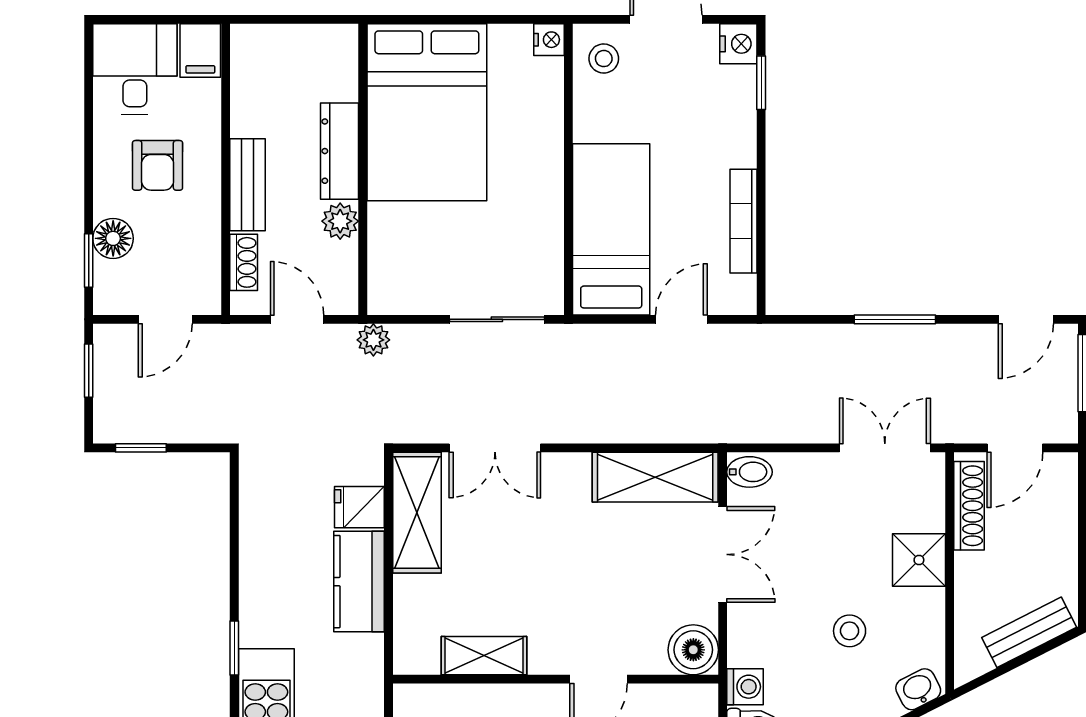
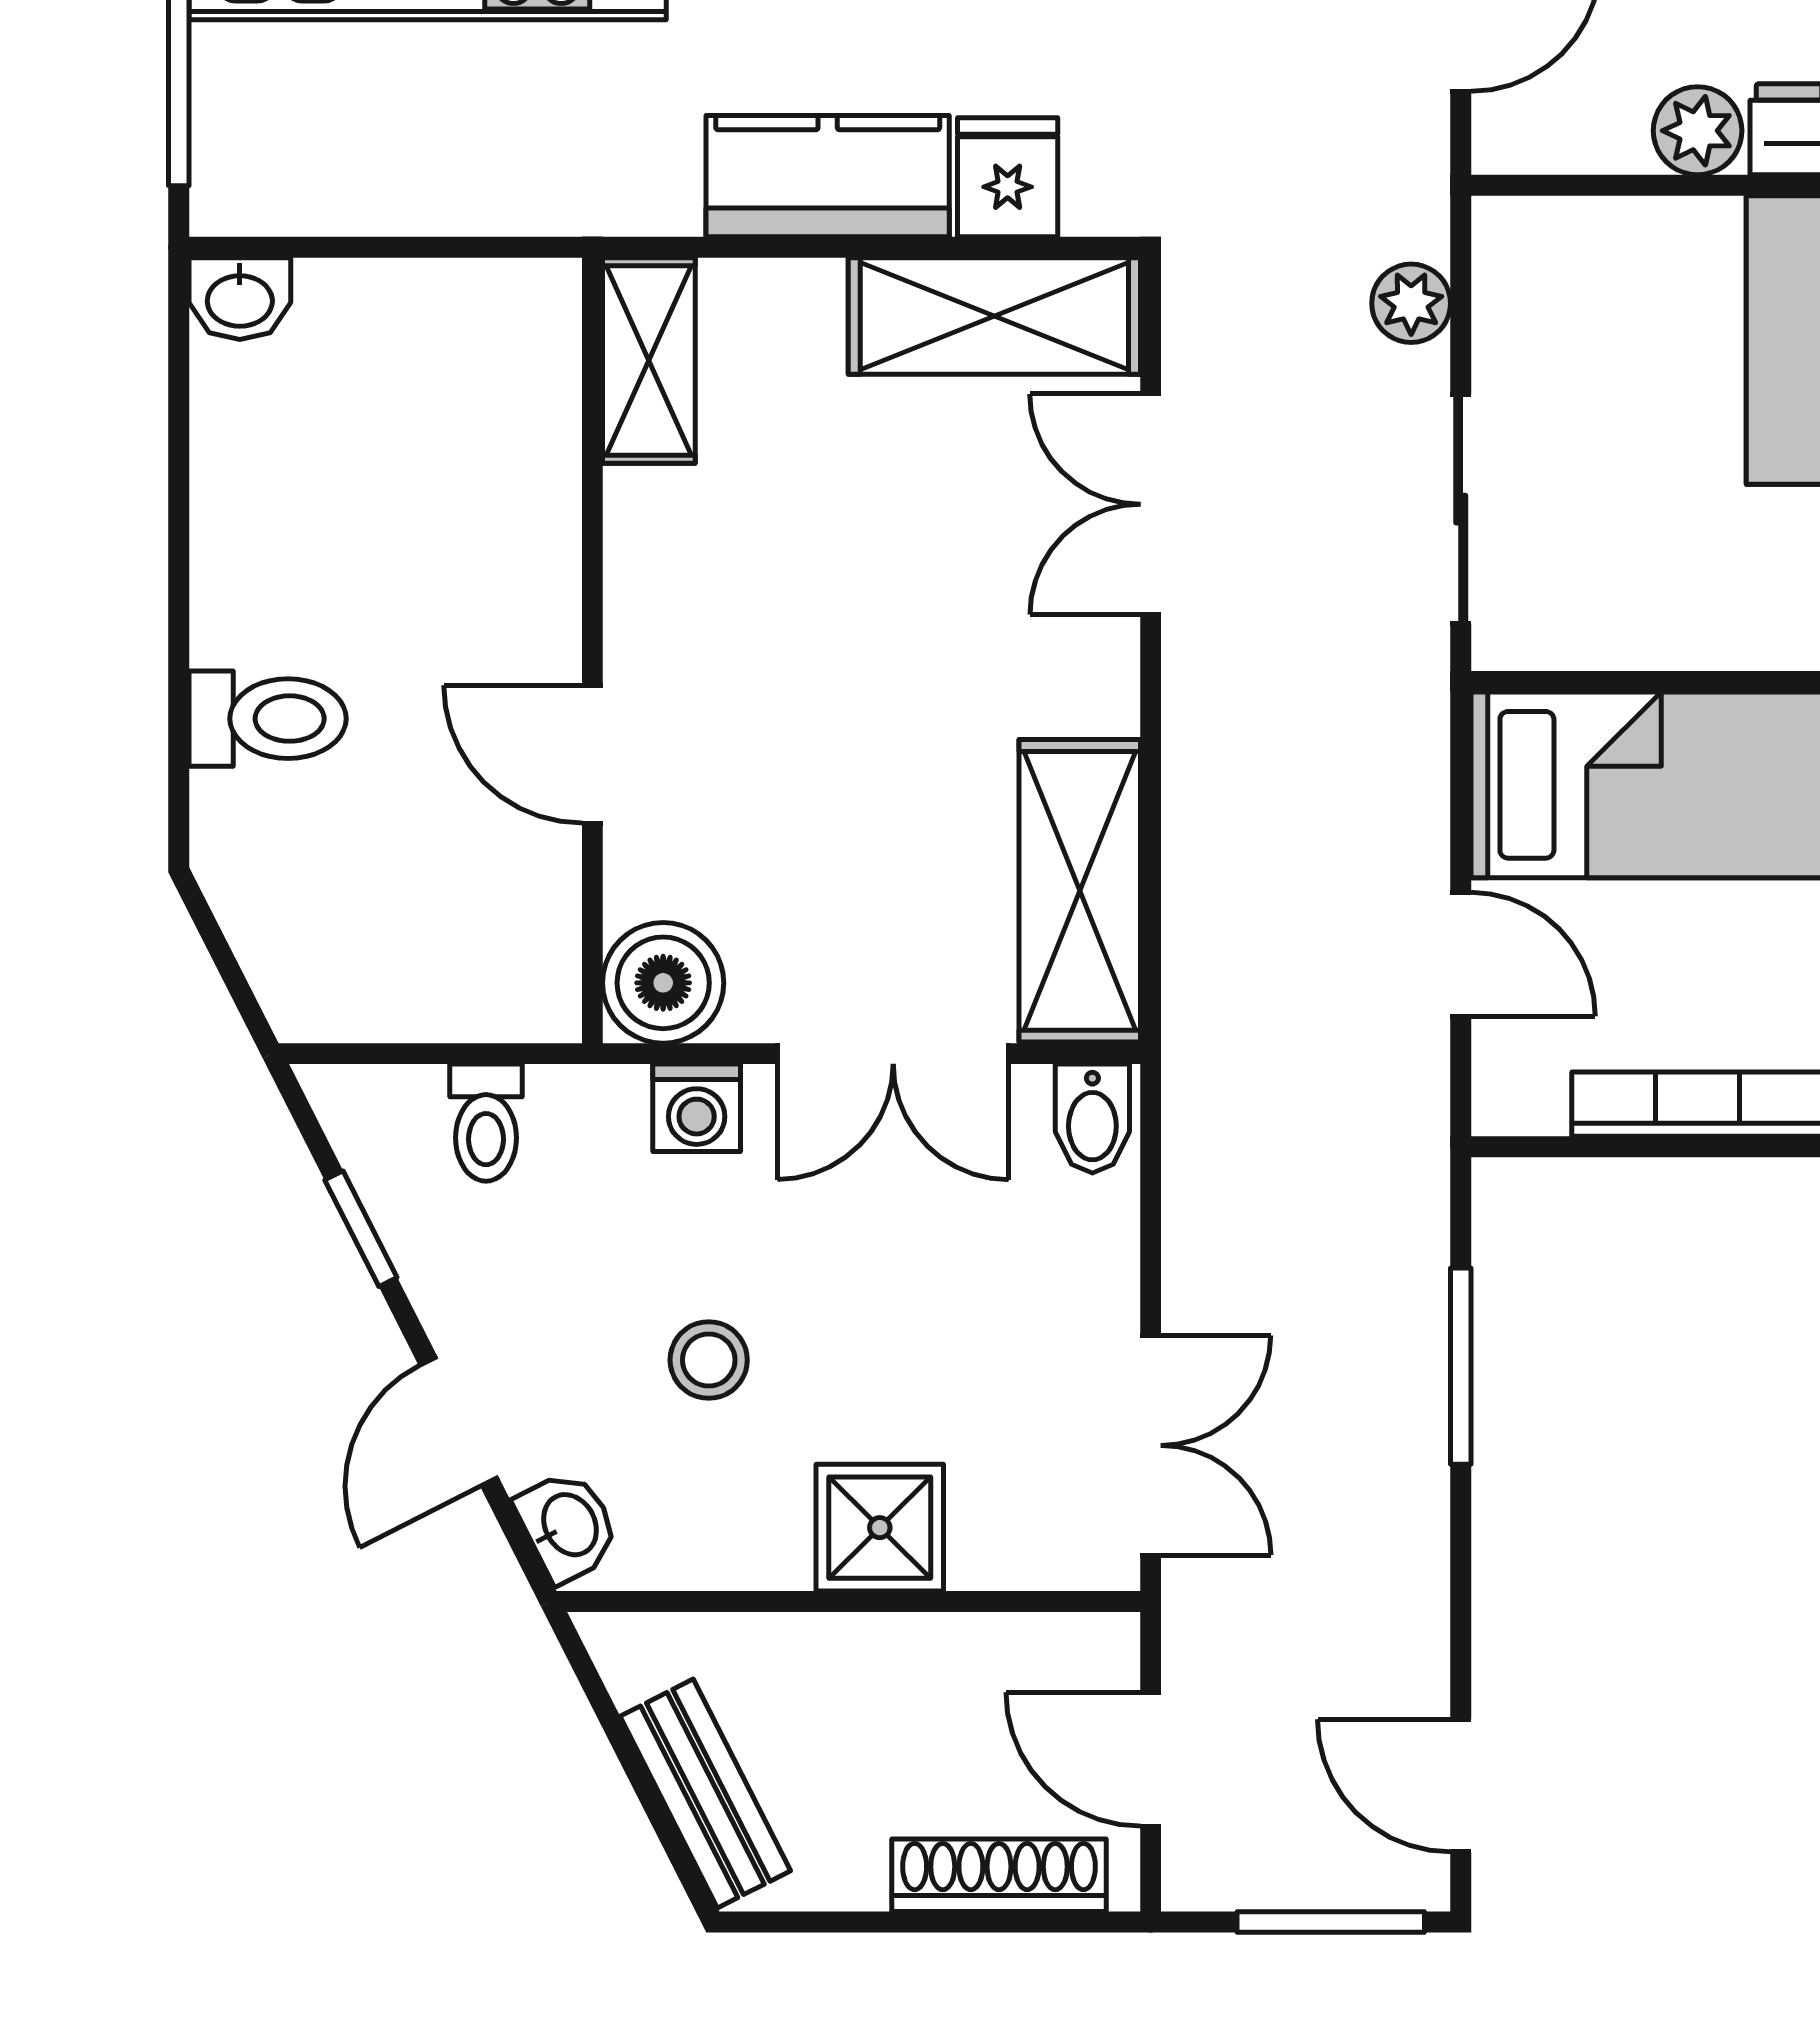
window: (895, 319) -> (1461, 1366), moved
plant: (373, 340) -> (1411, 303), moved
shoe rack: (969, 506) -> (999, 1875), moved, turned 180
shelving: (484, 656) -> (649, 360), moved
washing machine: (745, 687) -> (697, 1108), moved

